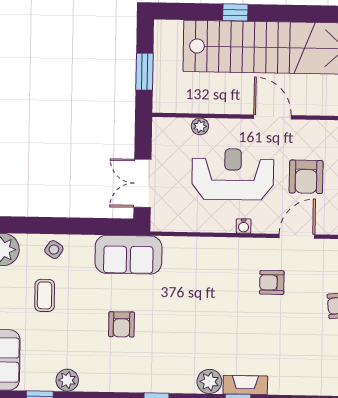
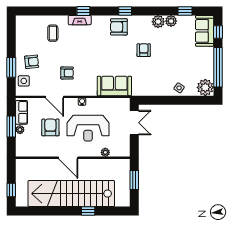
door: (297, 236) -> (55, 97), hinge flipped
sofa: (128, 255) -> (114, 86), moved
coffee table: (45, 295) -> (53, 33), moved
armchair: (169, 371) -> (119, 27), added
plant: (209, 382) -> (158, 22), moved

